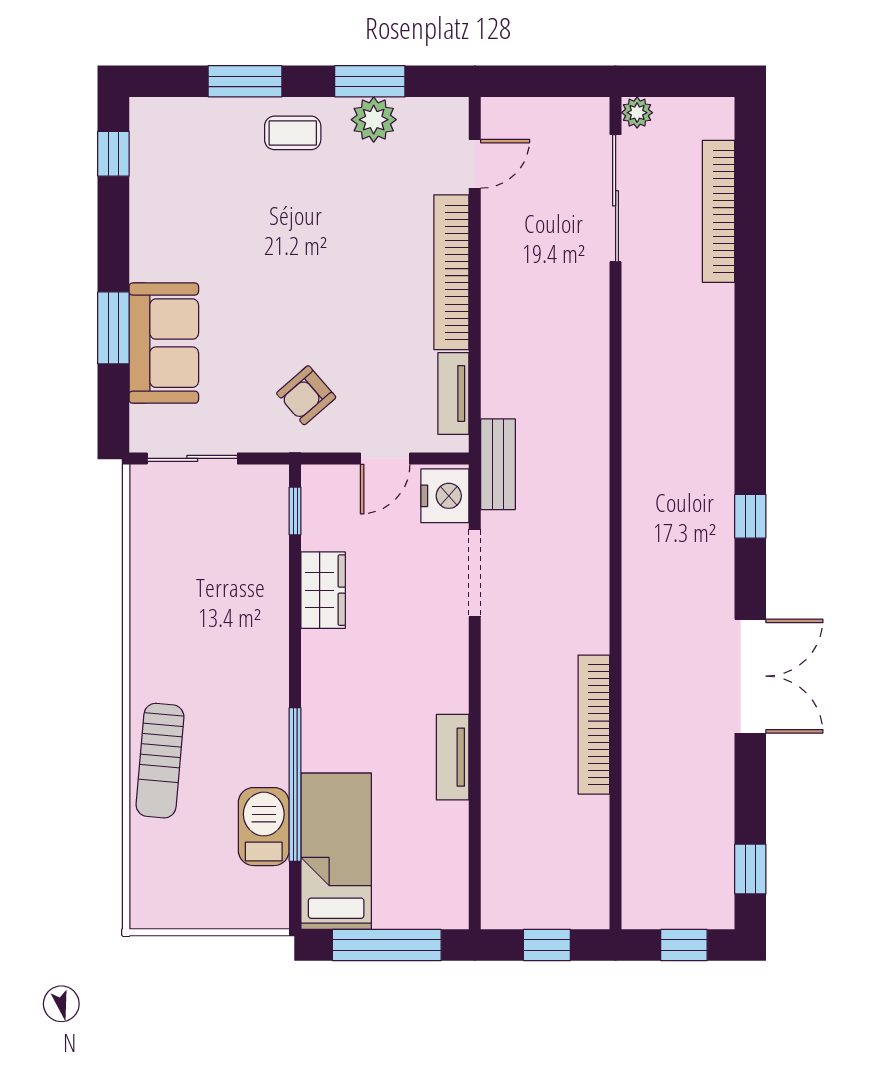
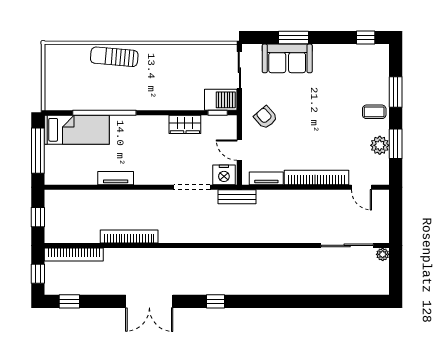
coffee table: (293, 133) -> (374, 112), turned 90
bookcase: (719, 211) -> (74, 255), moved, turned 180
barbecue: (264, 827) -> (221, 100), moved

